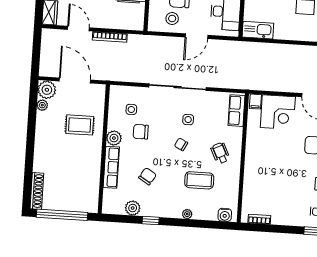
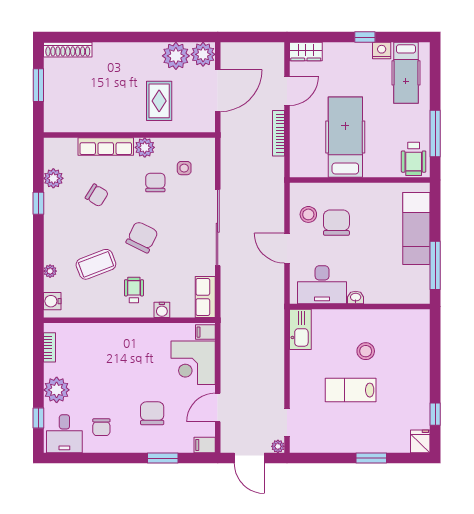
plant: (42, 105) -> (176, 56), width x1.87, depth x1.87
row of seats: (236, 111) -> (205, 297), moved, turned -90
side table: (188, 120) -> (176, 244), removed
water cooler: (237, 133) -> (162, 310), added
chair: (181, 144) -> (142, 237), width x1.87, depth x1.87
wheelchair: (220, 153) -> (134, 290), turned -64
coffee table: (199, 180) -> (96, 264), turned 69
plant: (187, 214) -> (50, 271), moved
window: (62, 215) -> (38, 85), width x0.47
plant: (292, 216) -> (57, 390), added

